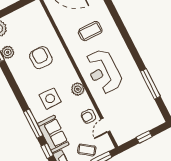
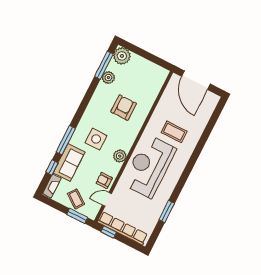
reception desk: (103, 71) -> (149, 166), width x1.36, depth x1.30
window: (150, 84) -> (167, 212), width x0.69
row of seats: (138, 130) -> (123, 228), added
window: (144, 137) -> (109, 232), moved

